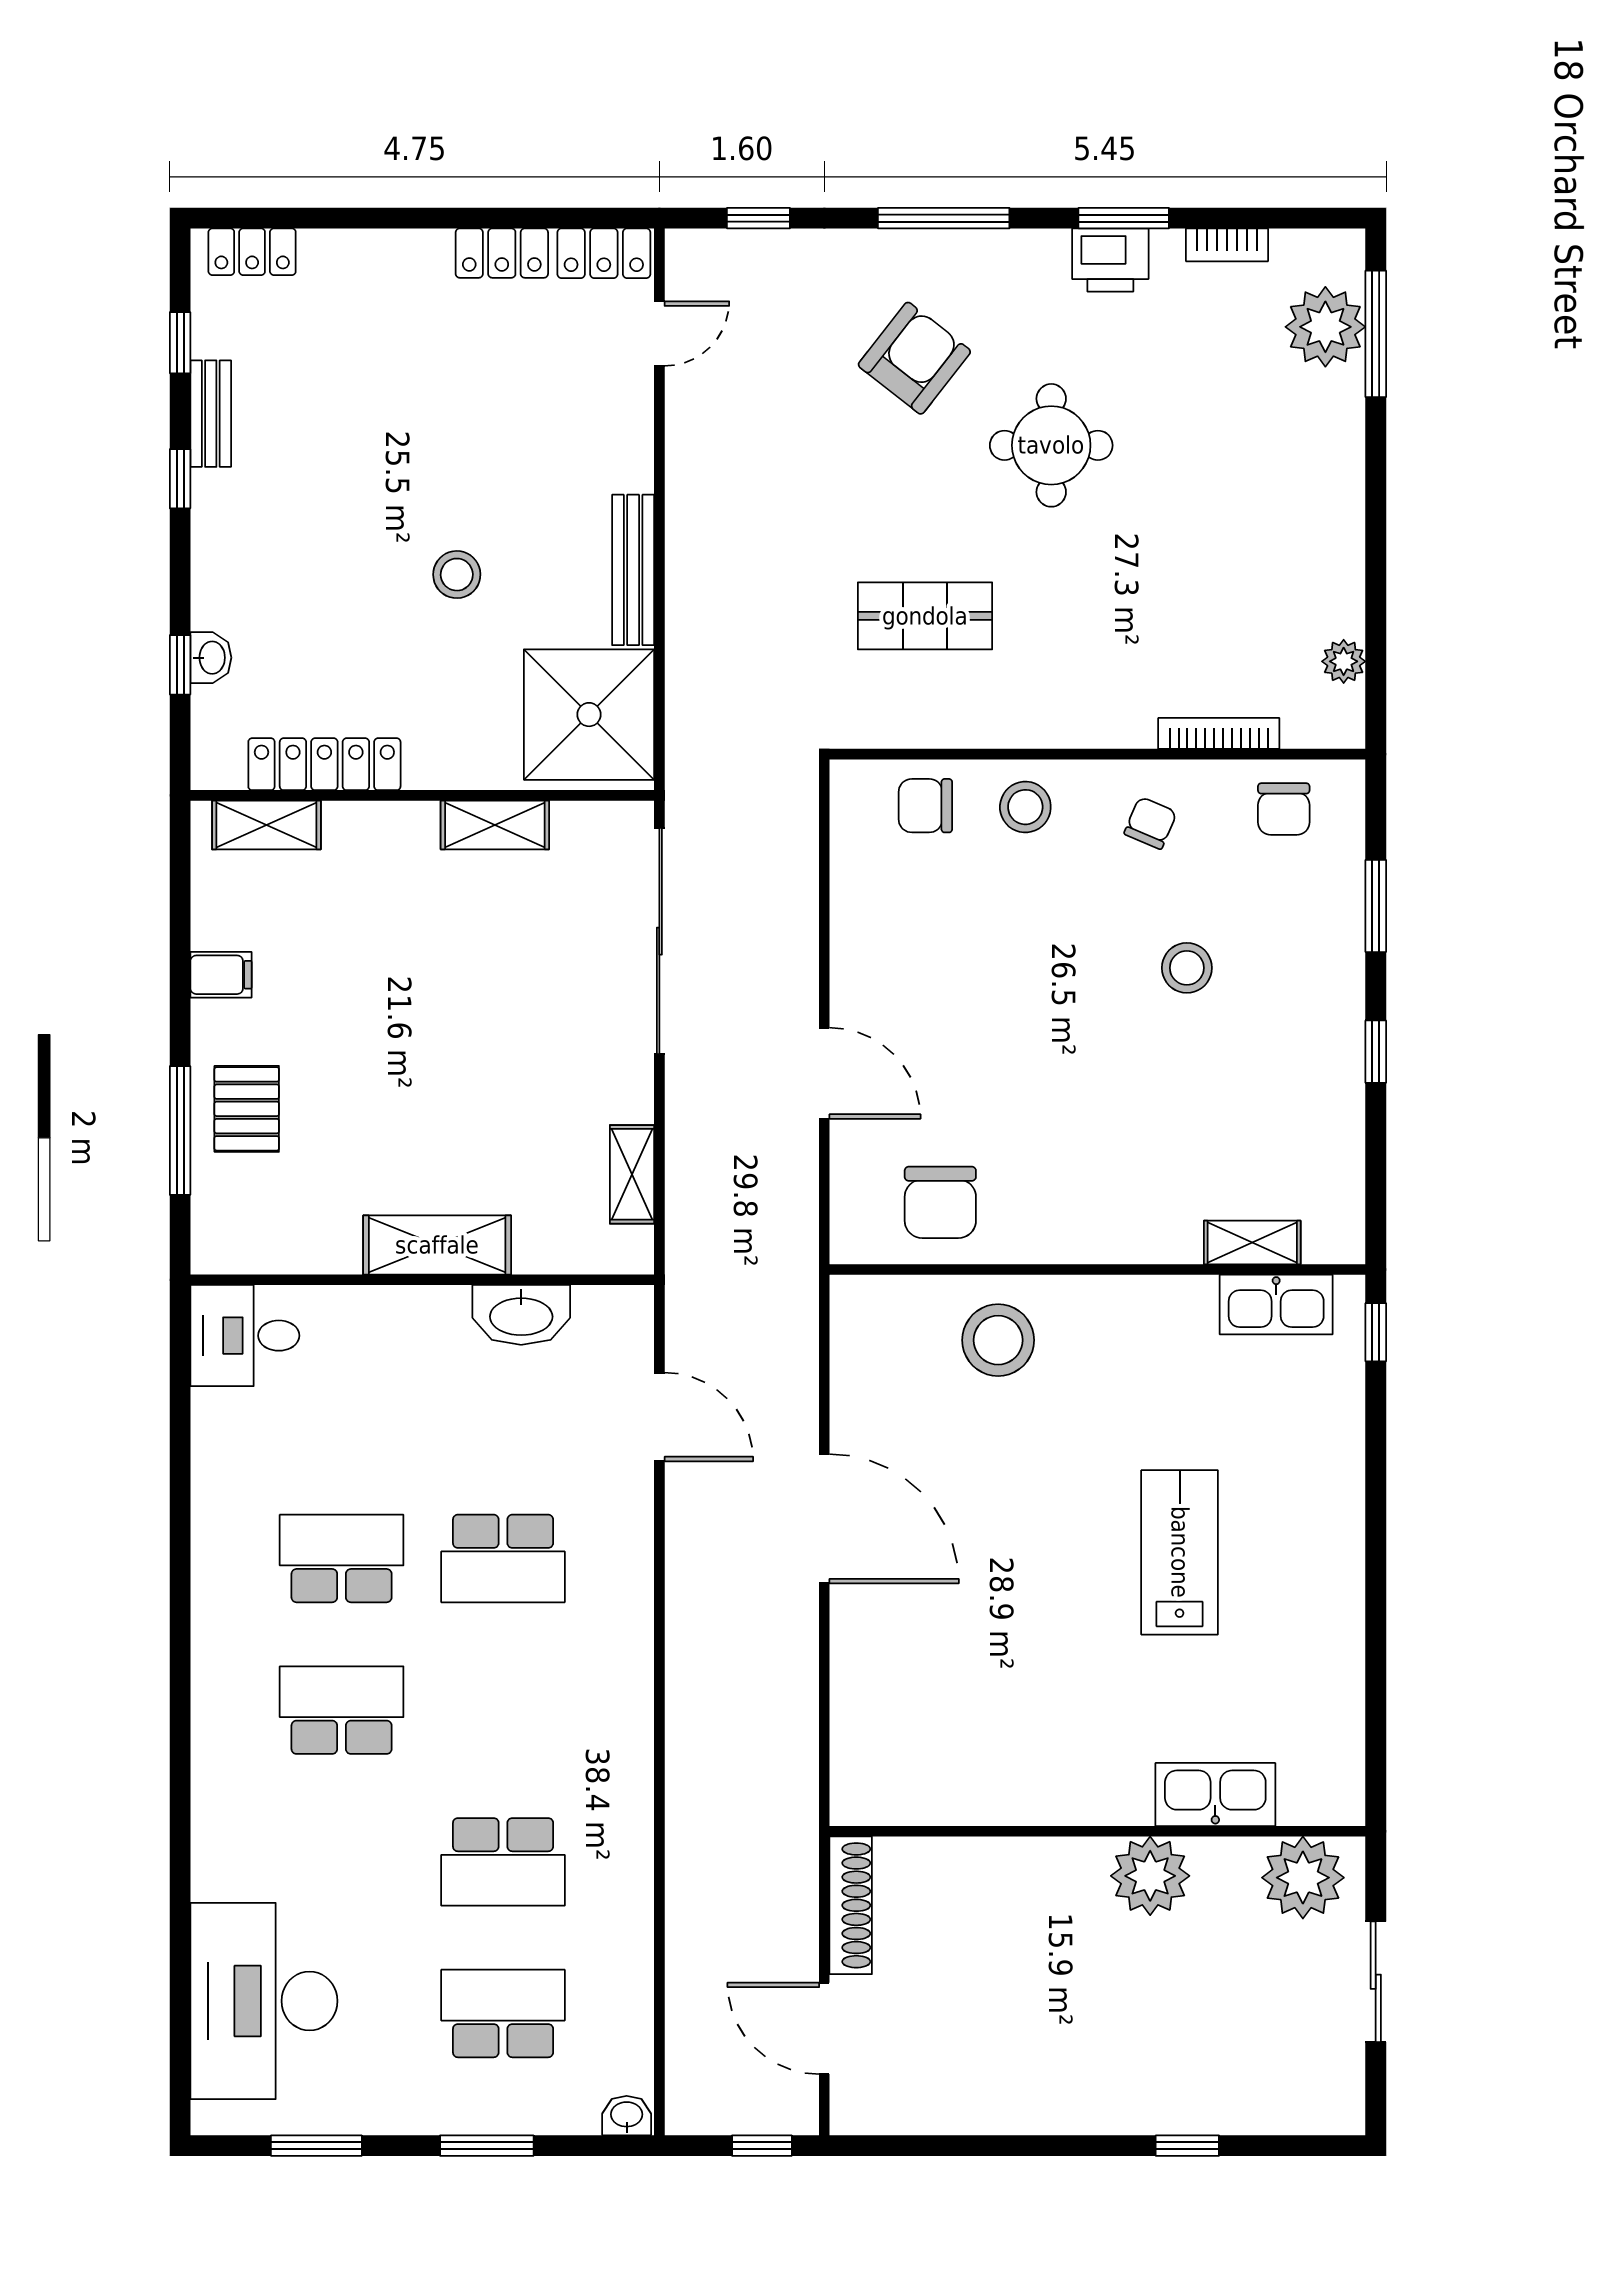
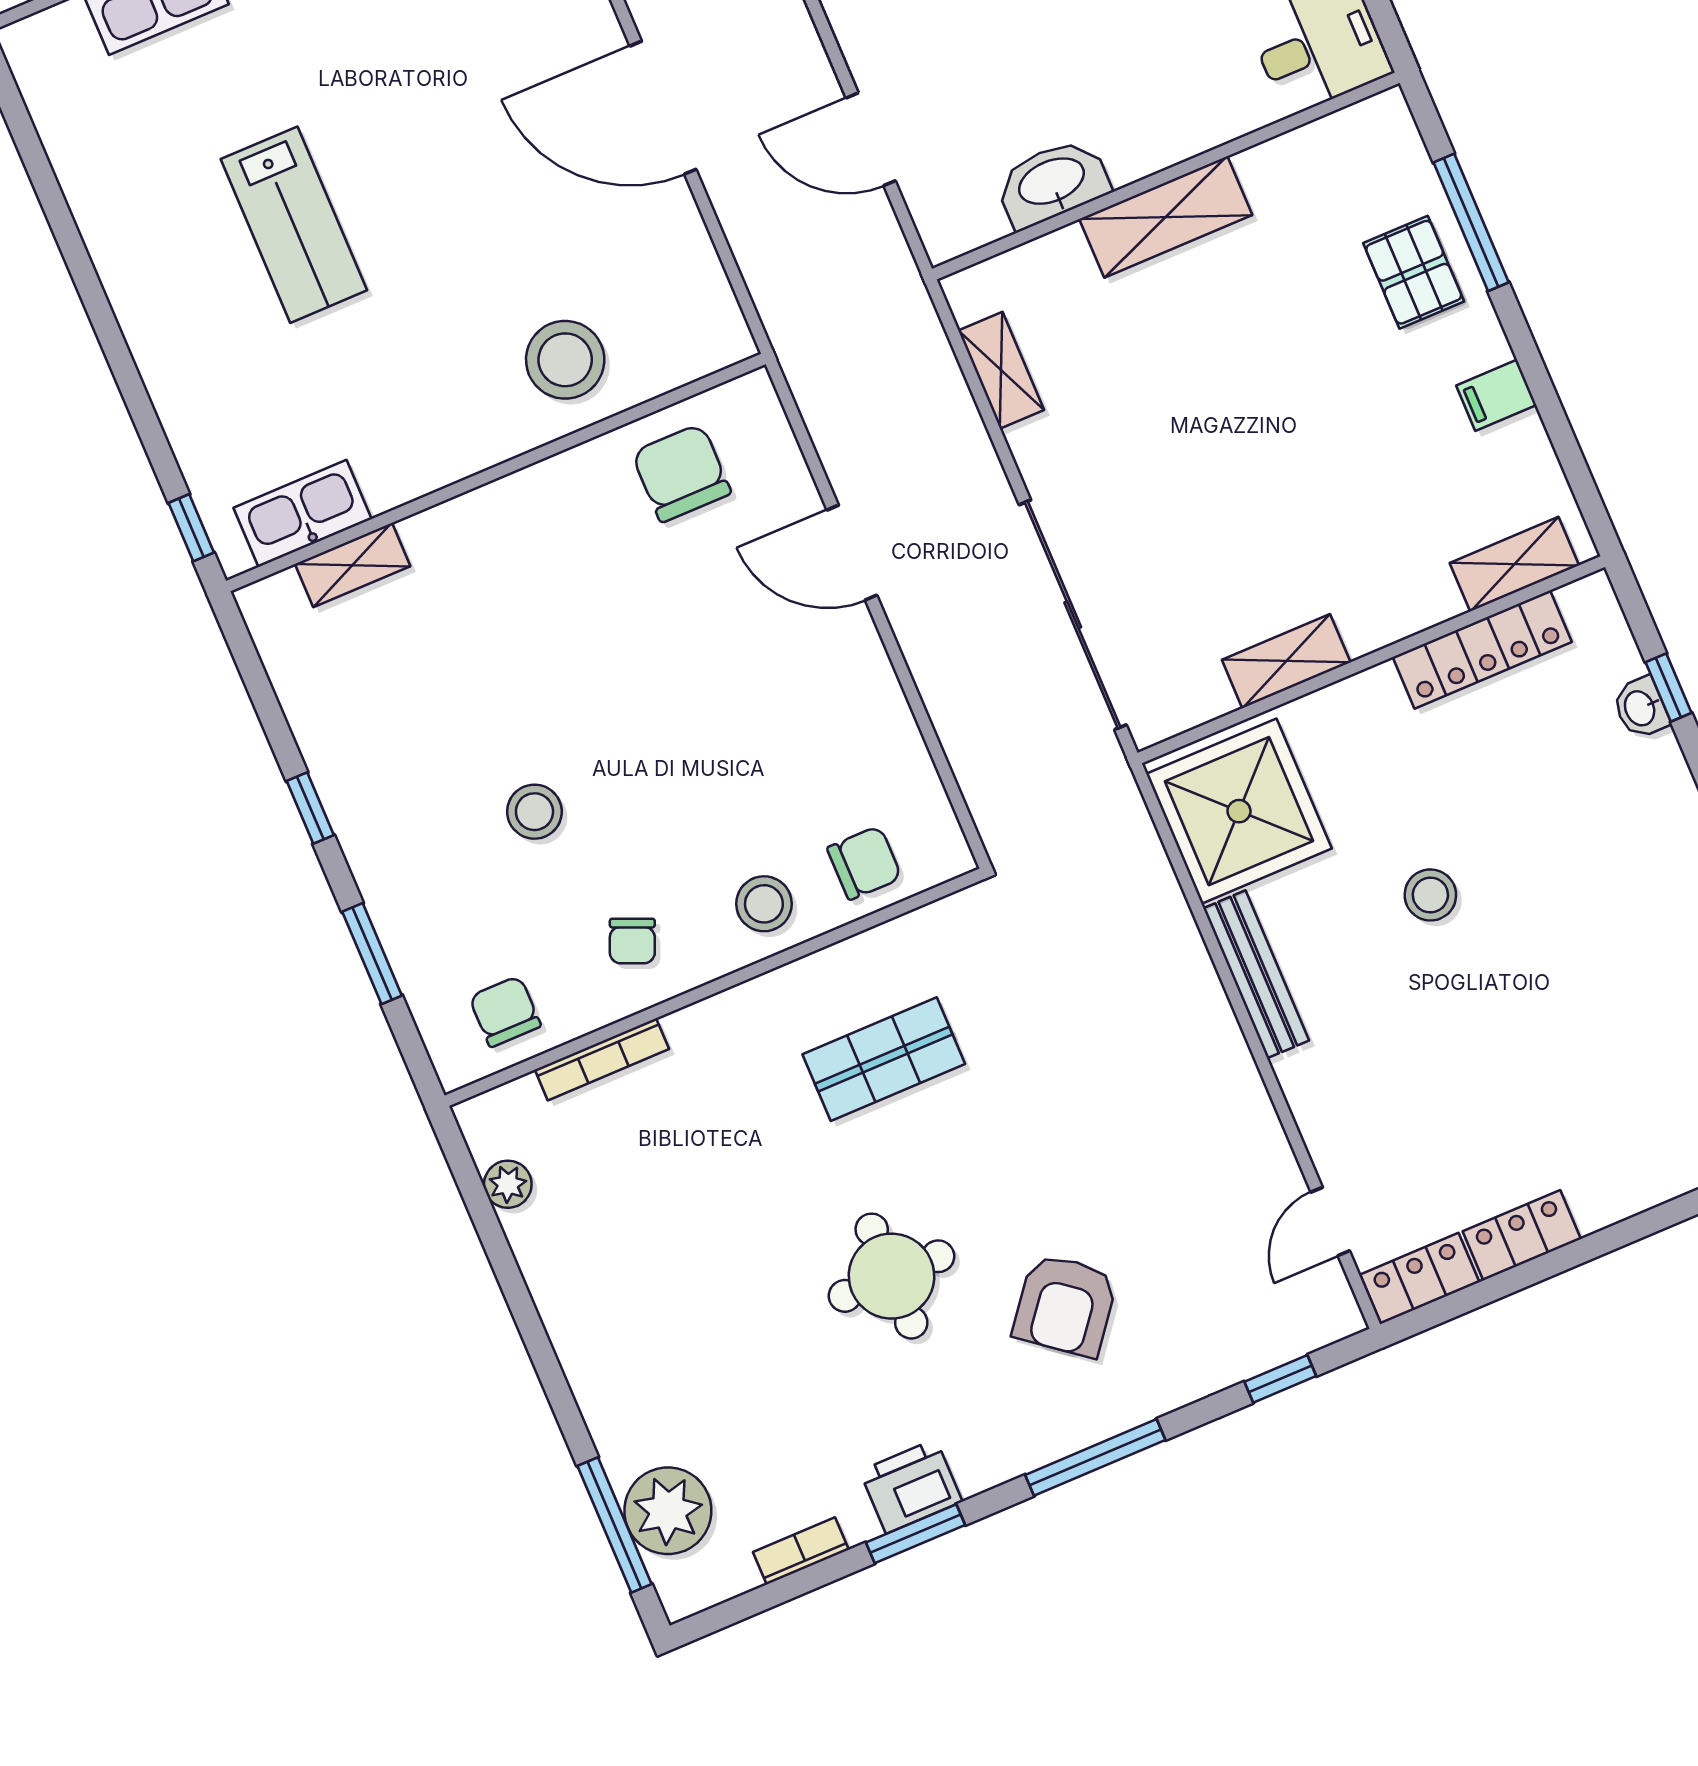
shop shelf: (925, 616) -> (884, 1059), moved

